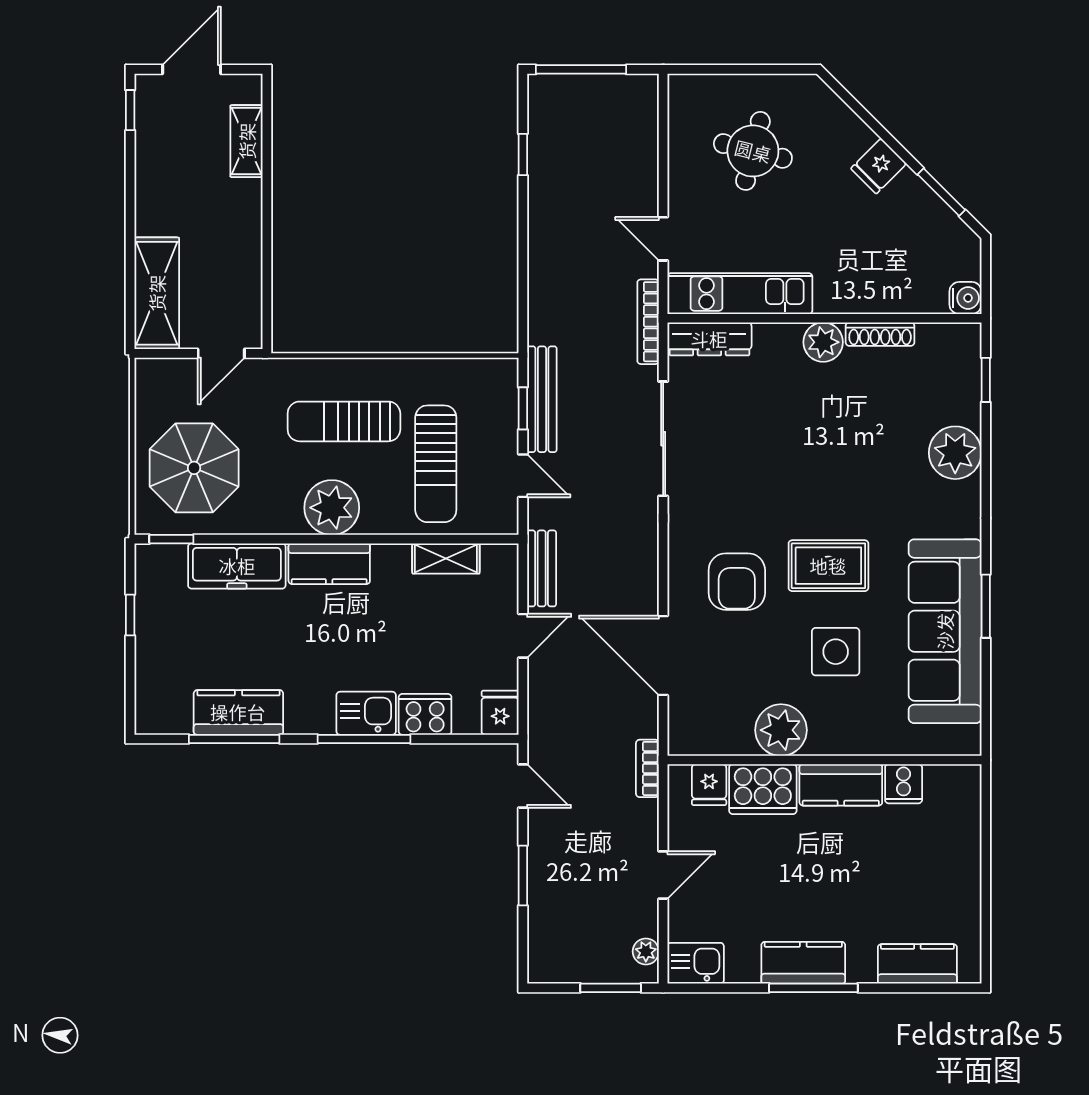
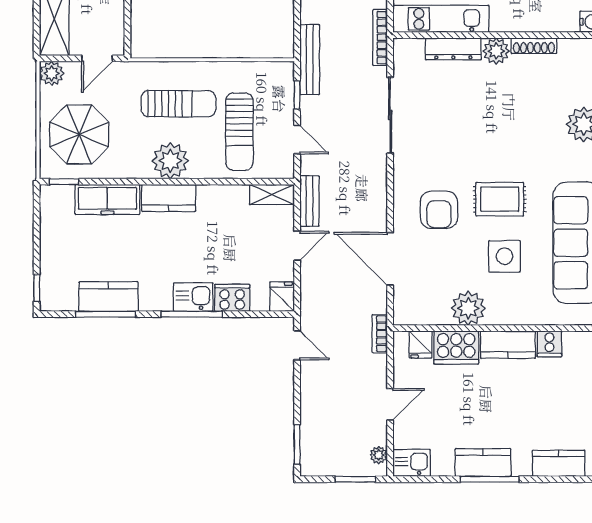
dresser: (709, 339) -> (453, 49), moved
plant: (153, 376) -> (52, 73), added
bench: (542, 399) -> (310, 60), moved
sun lounger: (344, 421) -> (178, 104), turned 180
shelving: (446, 559) -> (272, 195), moved
window: (130, 615) -> (37, 288), moved
window: (523, 876) -> (297, 444), moved

